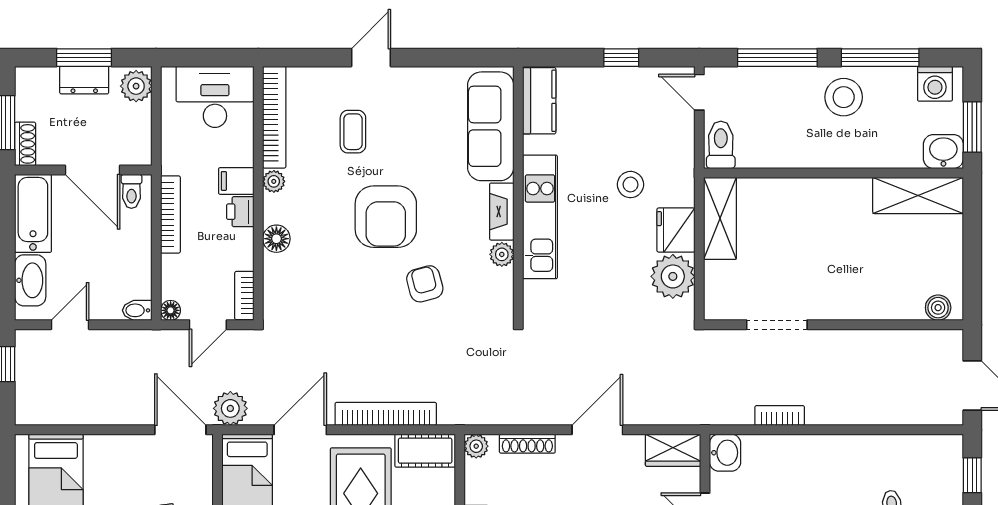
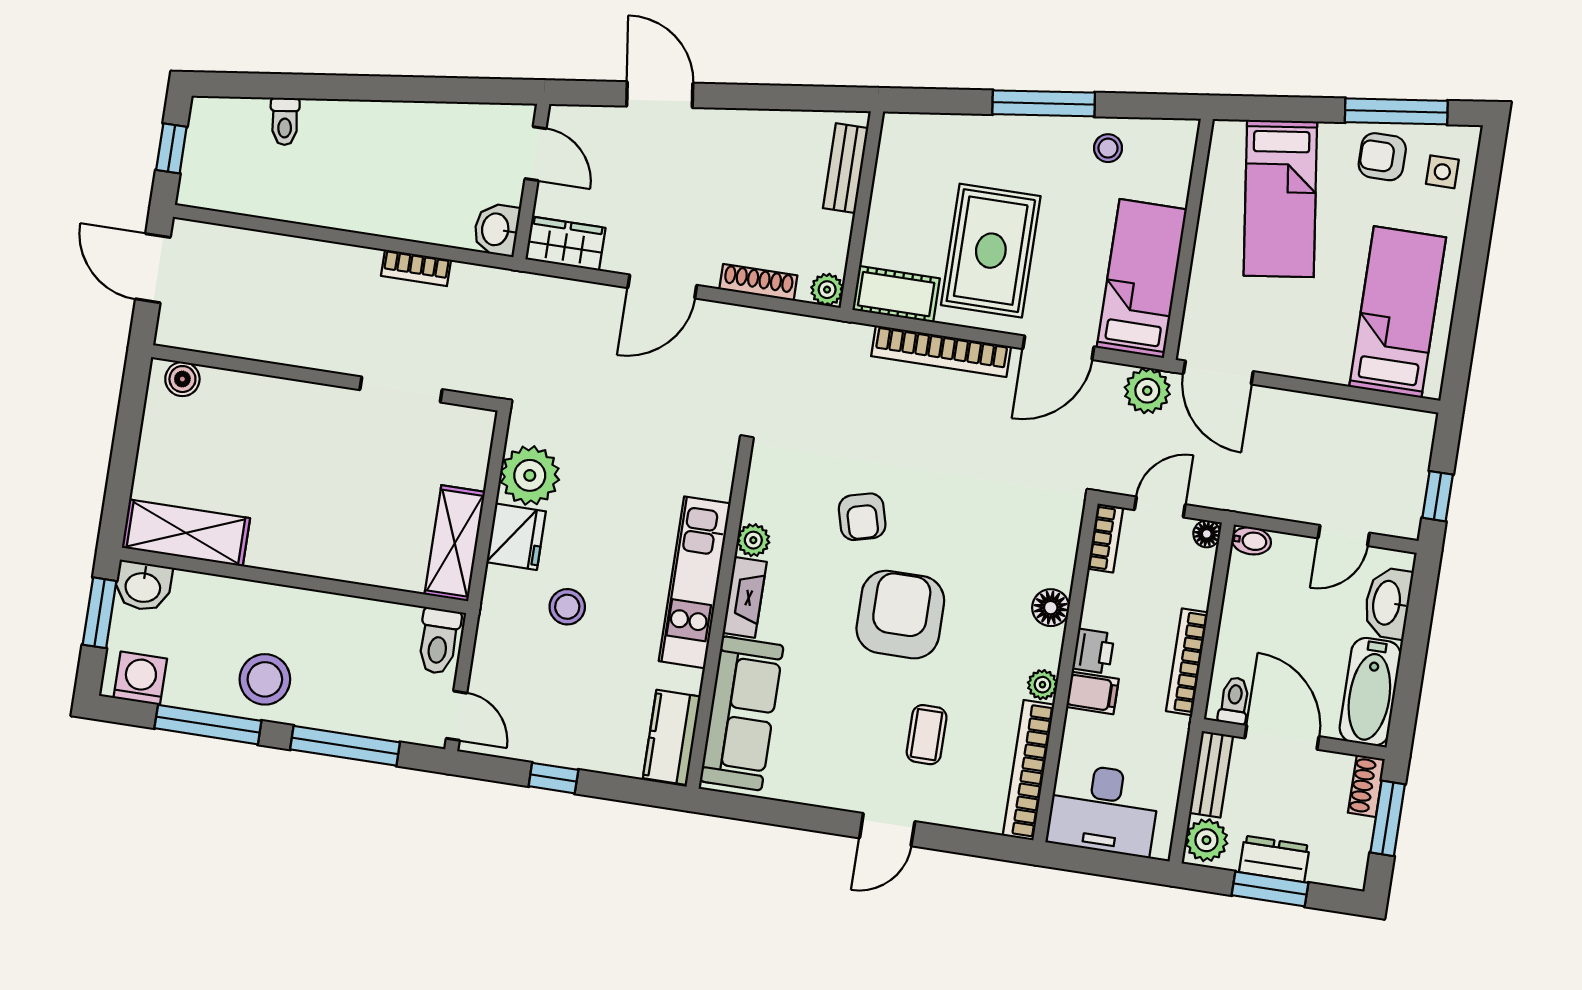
bench: (140, 135) -> (1211, 774), added

